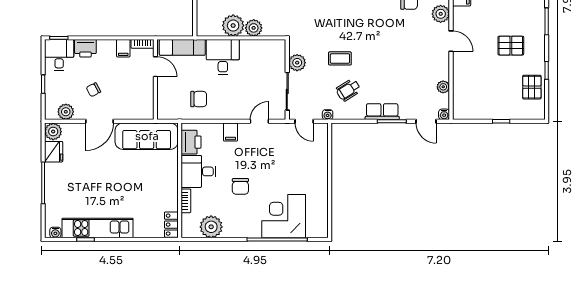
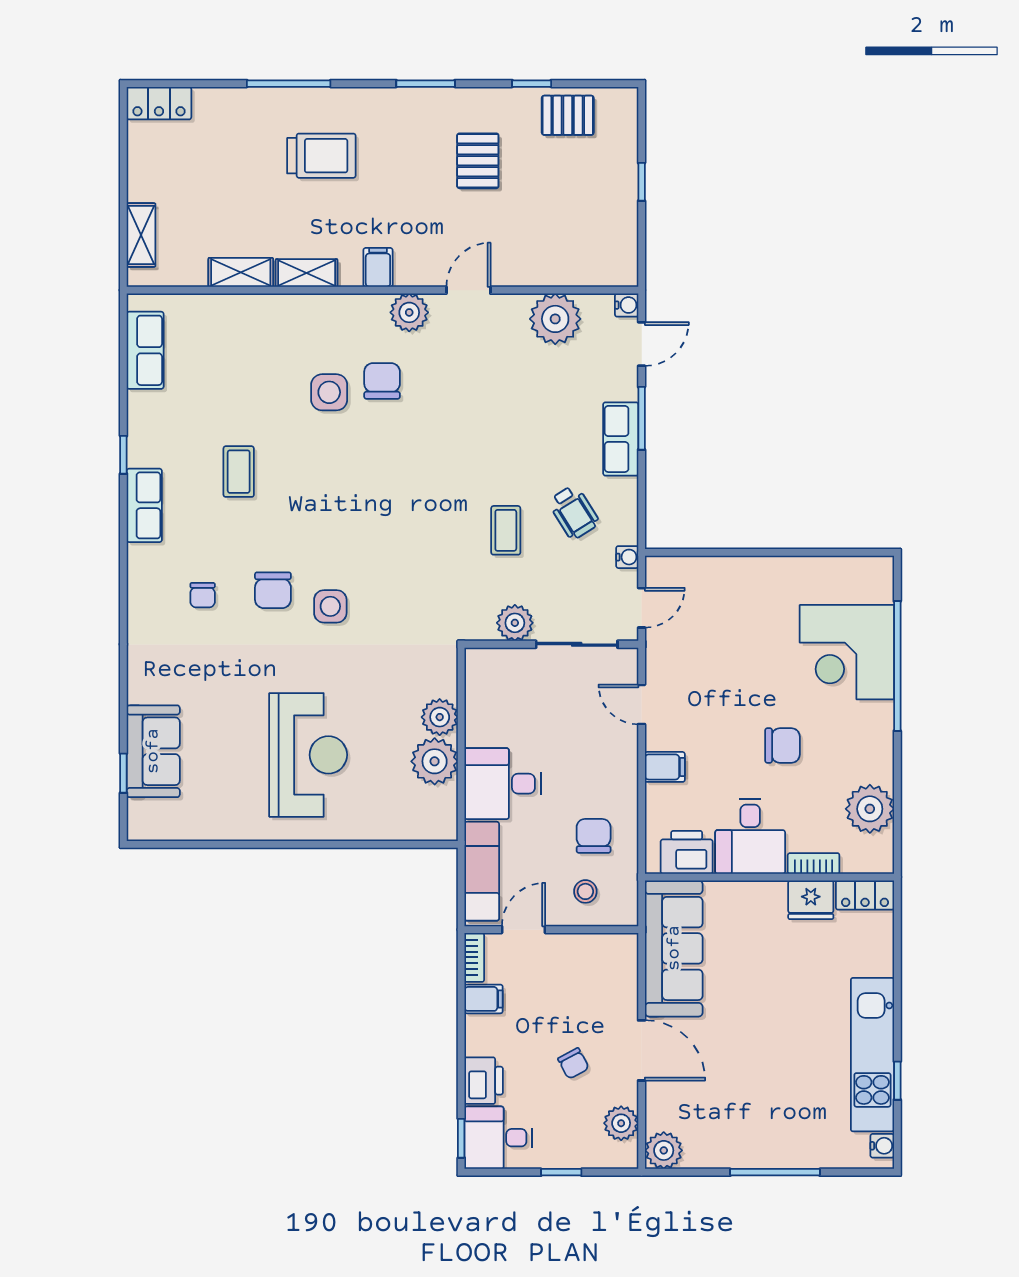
plant: (443, 87) -> (555, 319), width x1.88, depth x1.88
stool: (173, 95) -> (585, 891), added
fridge: (54, 152) -> (811, 900), moved, turned 180

